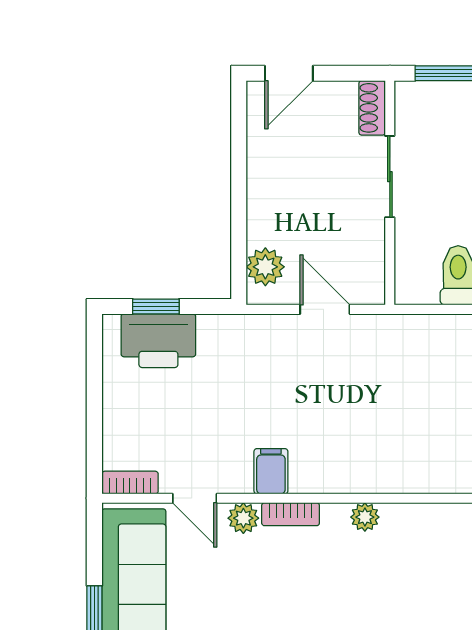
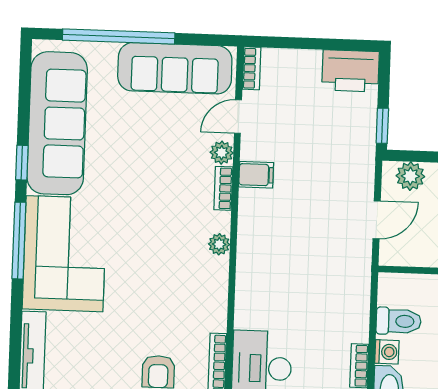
window: (156, 306) -> (382, 126), moved
printer: (158, 341) -> (351, 71), moved, turned -90

